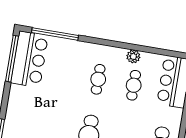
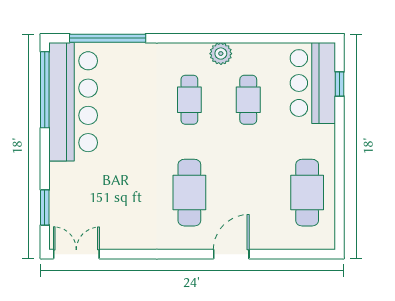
plant: (133, 56) -> (221, 54), moved
bar counter: (29, 59) -> (73, 102), width x1.36

